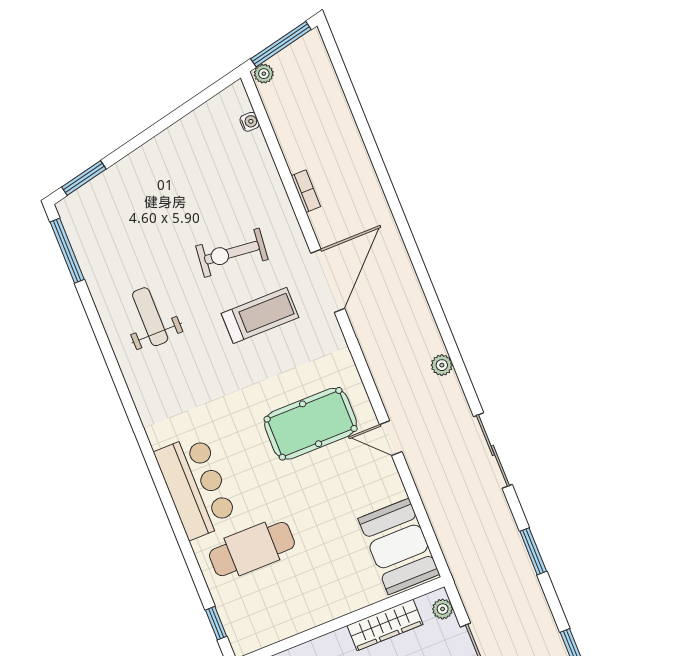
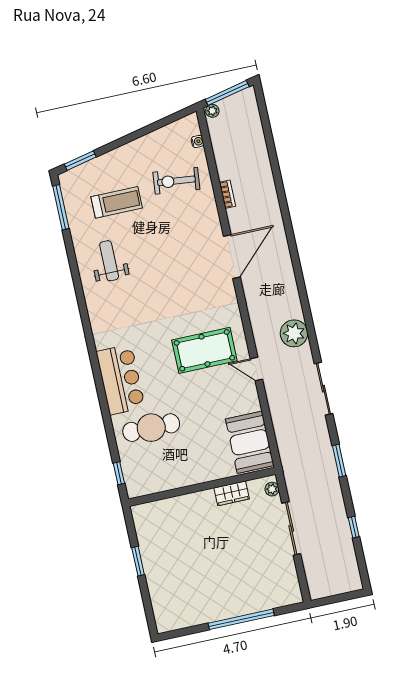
exercise bike: (232, 253) -> (176, 181), moved
treadmill: (260, 315) -> (117, 202), moved
plant: (442, 365) -> (294, 333), width x1.88, depth x1.88
wardrobe: (385, 625) -> (232, 493), width x0.67

